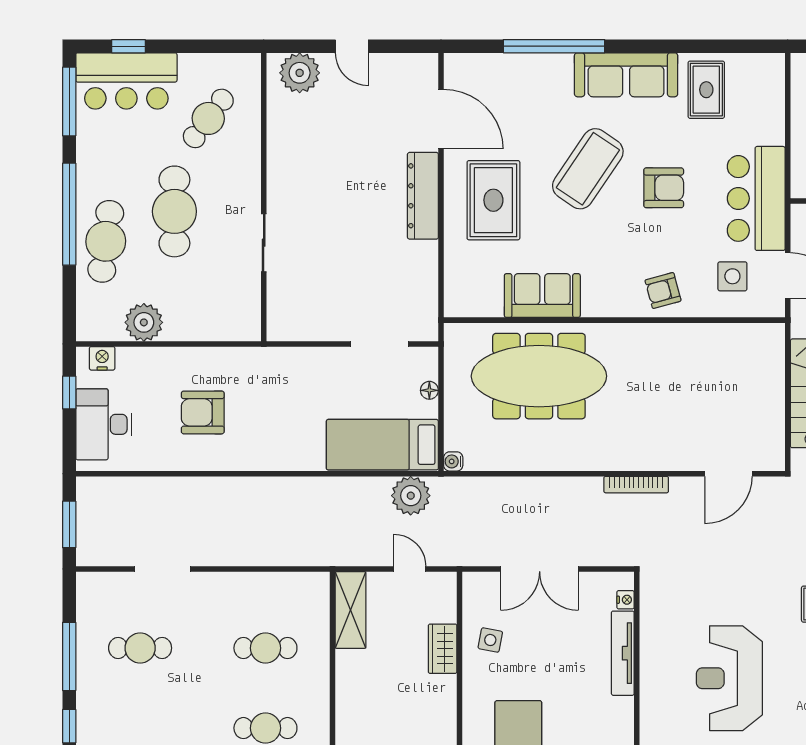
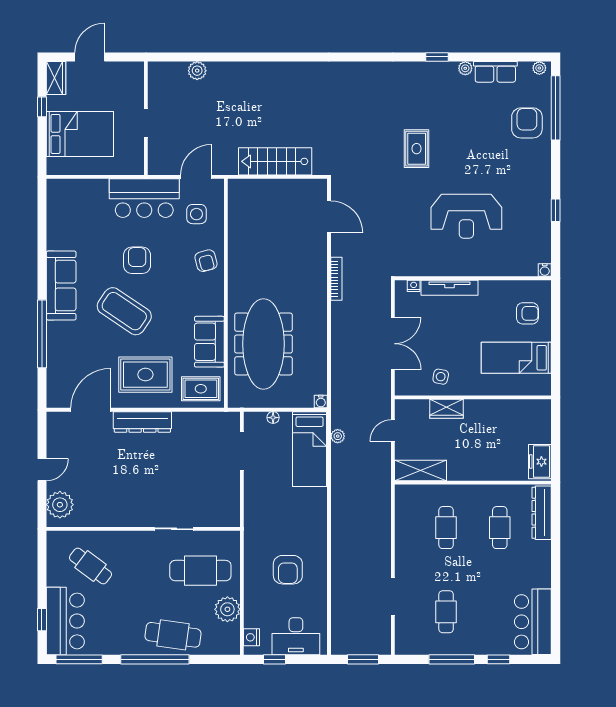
rug: (706, 90) -> (201, 389), moved
cafe table: (174, 211) -> (200, 571), moved
plant: (411, 496) -> (338, 436), width x0.53, depth x0.53

